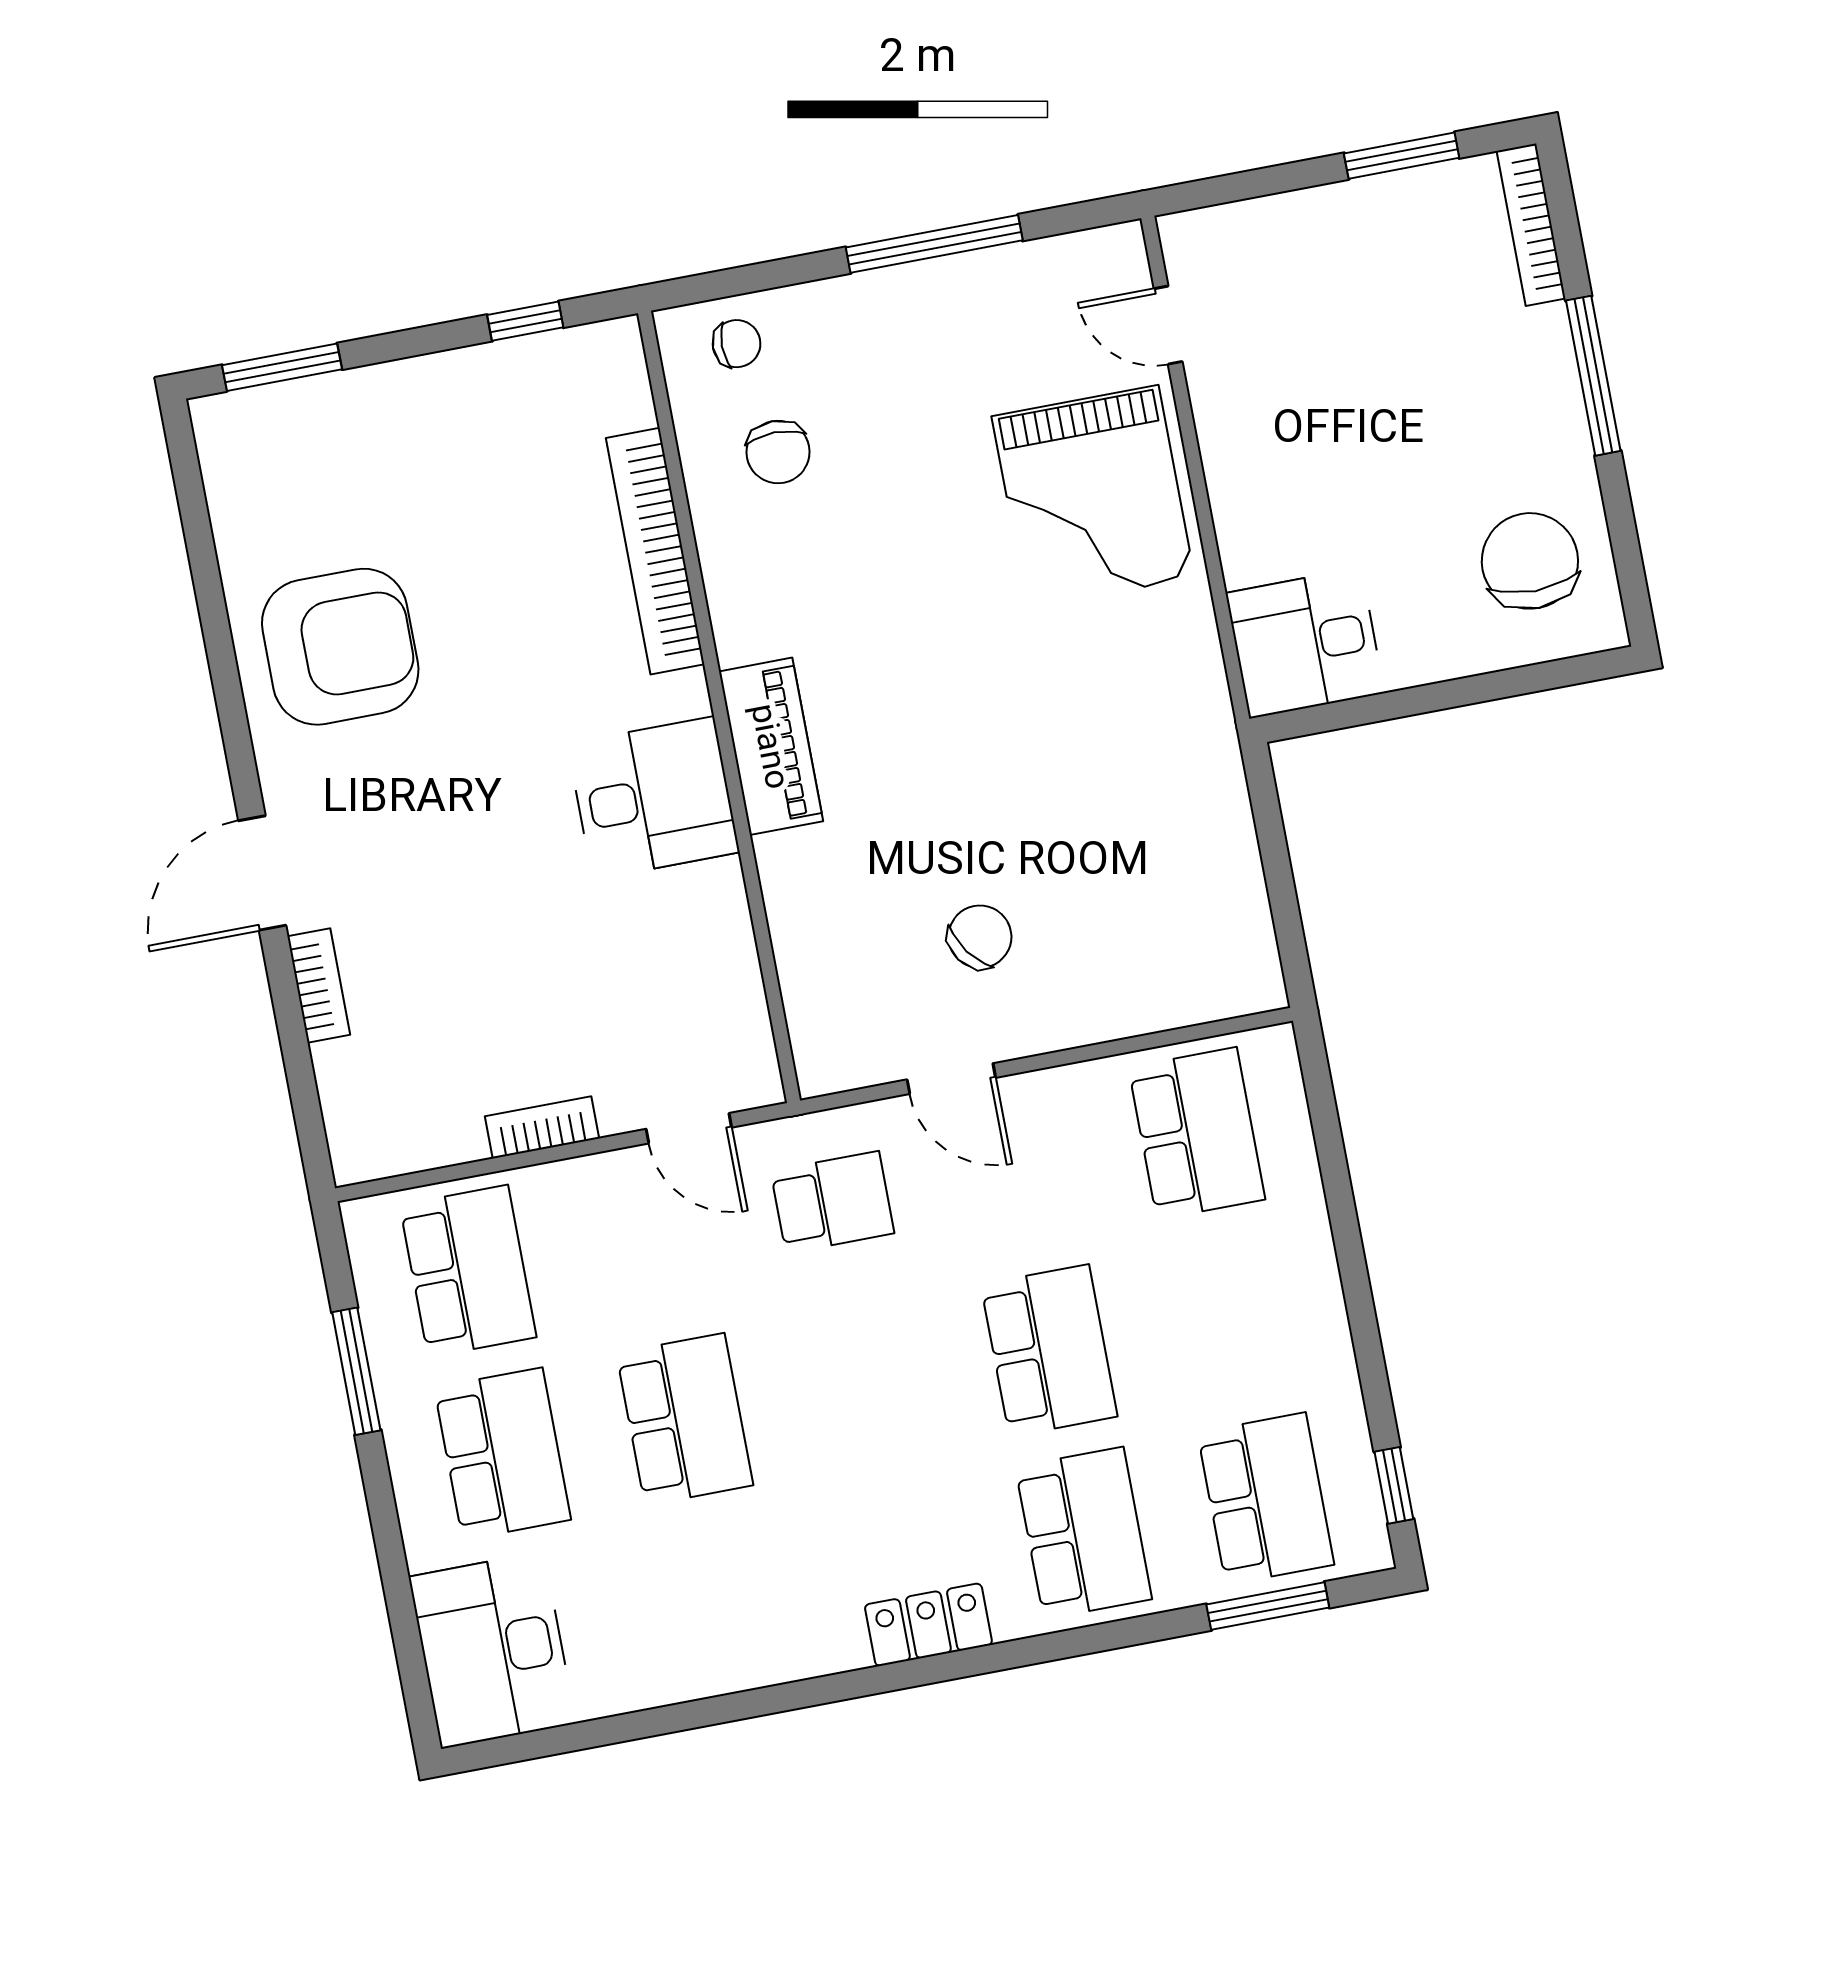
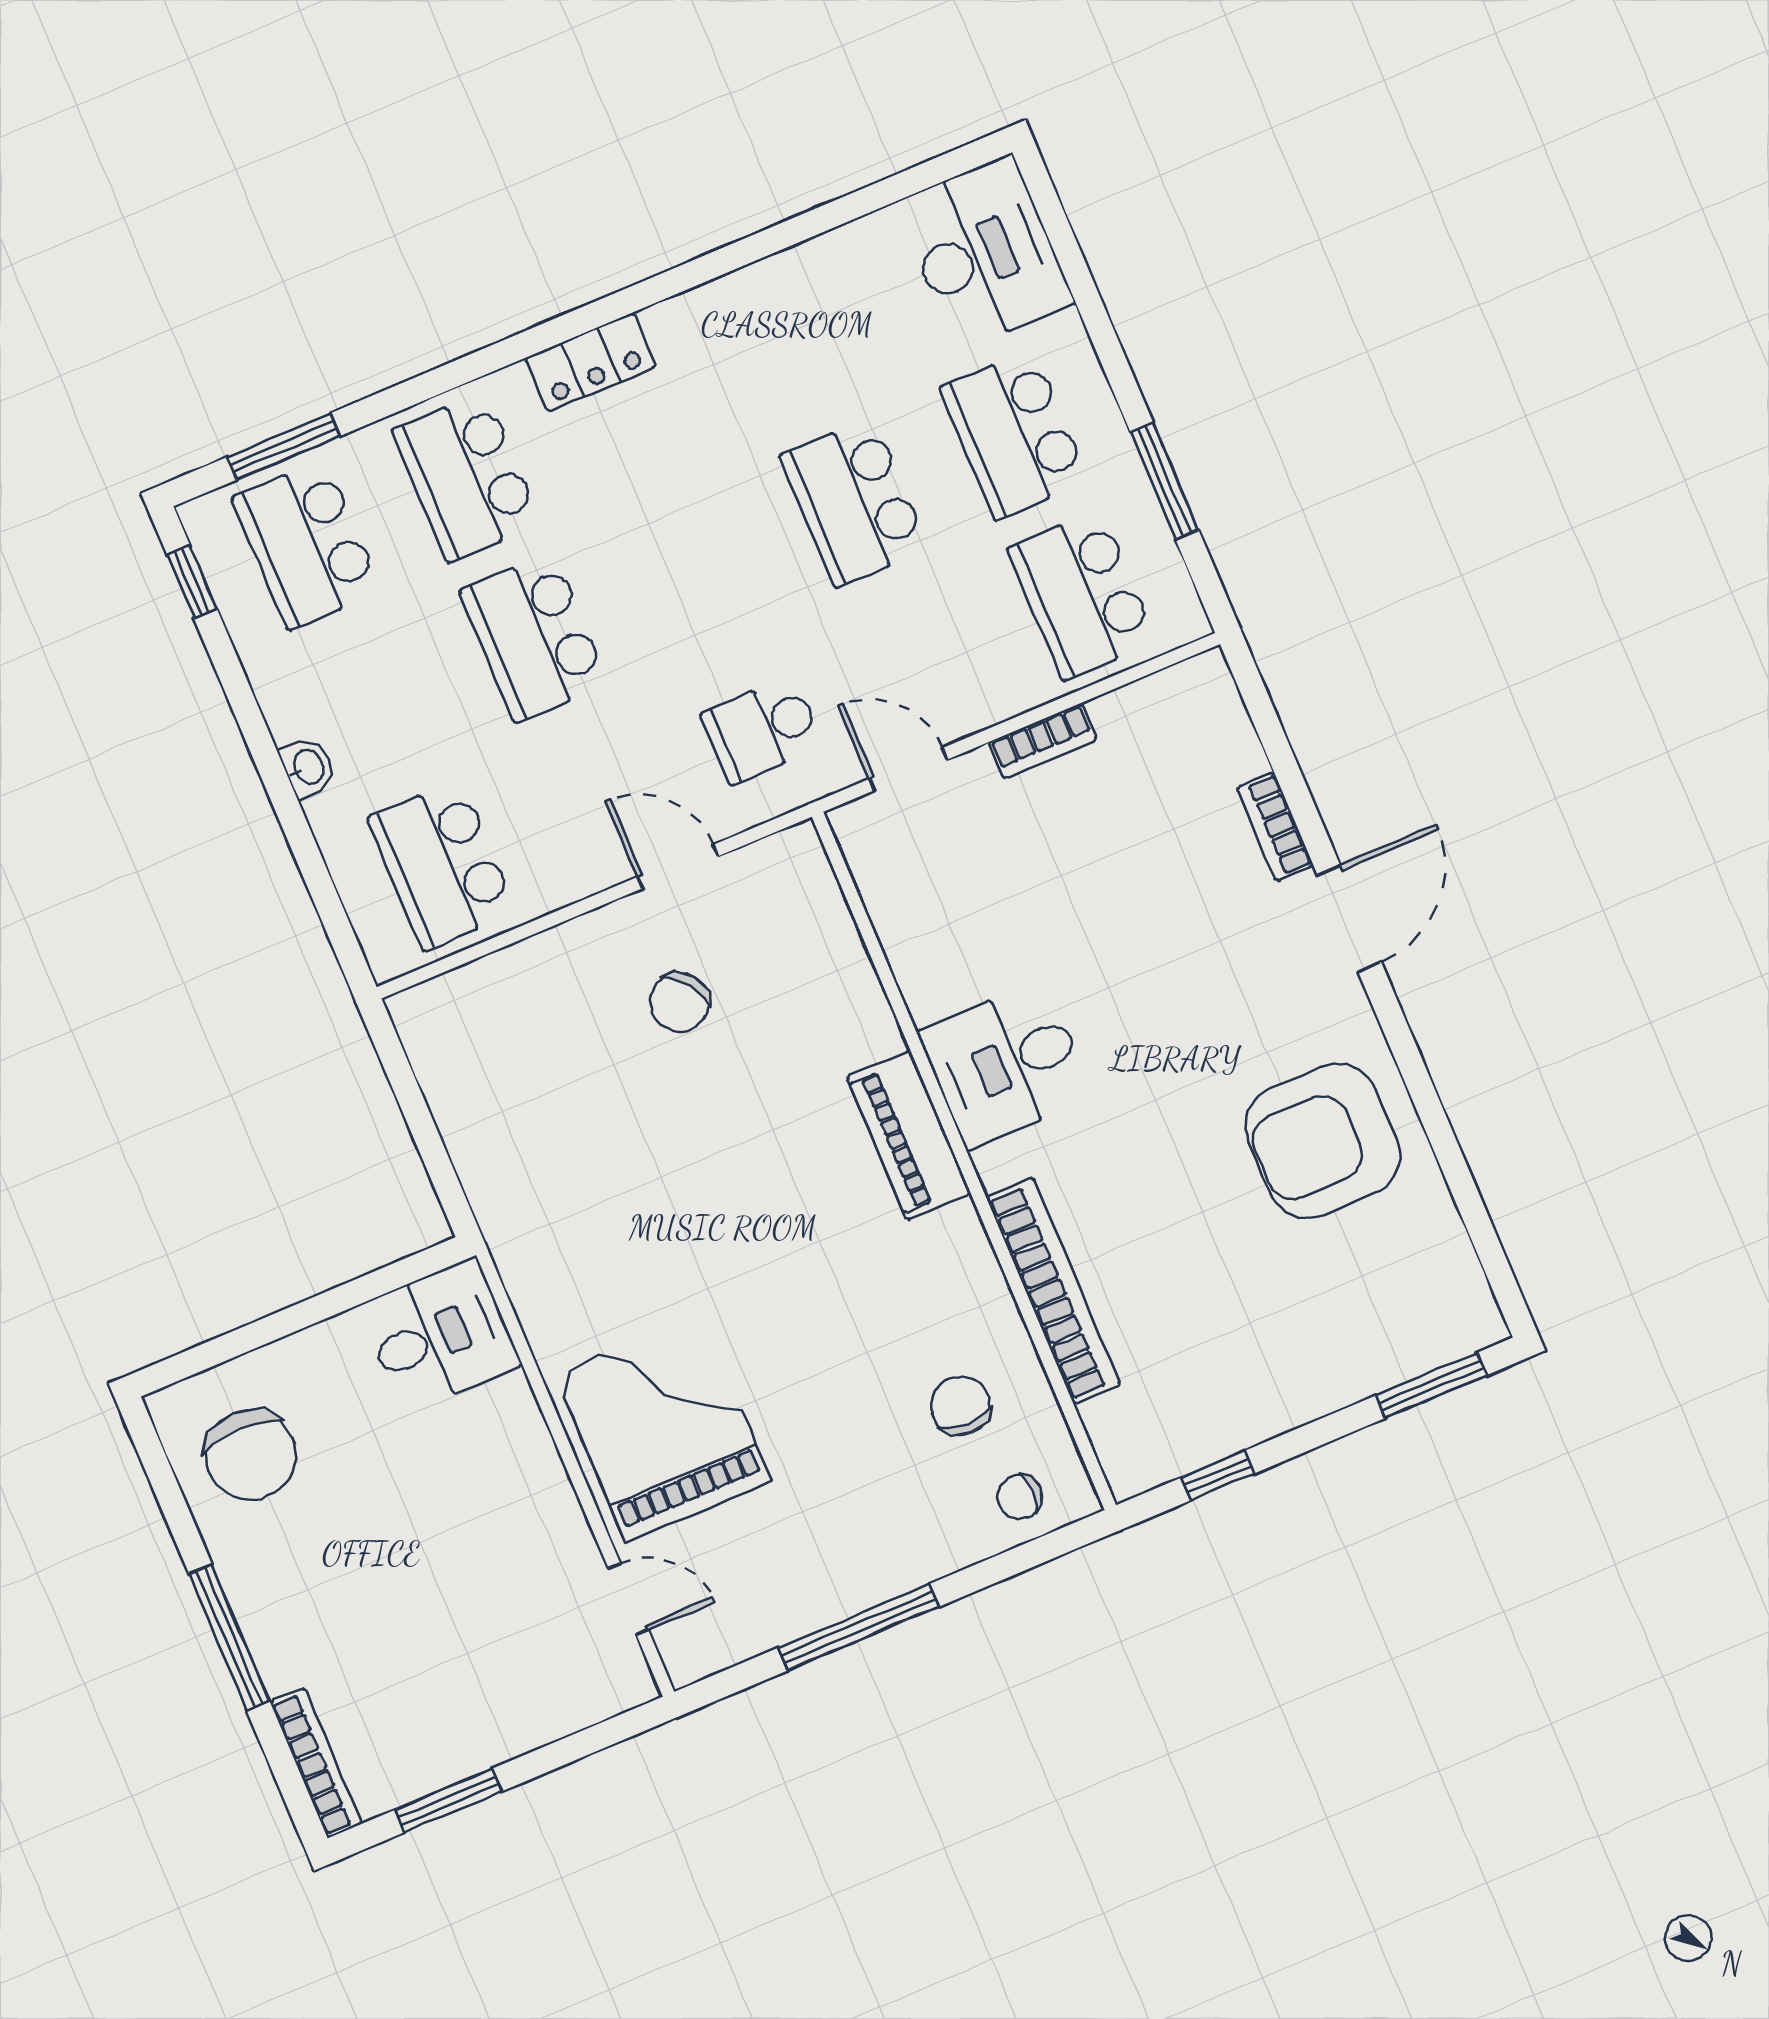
washbasin: (1315, 1266) -> (308, 767), added

